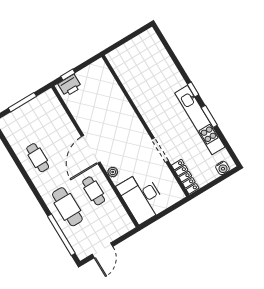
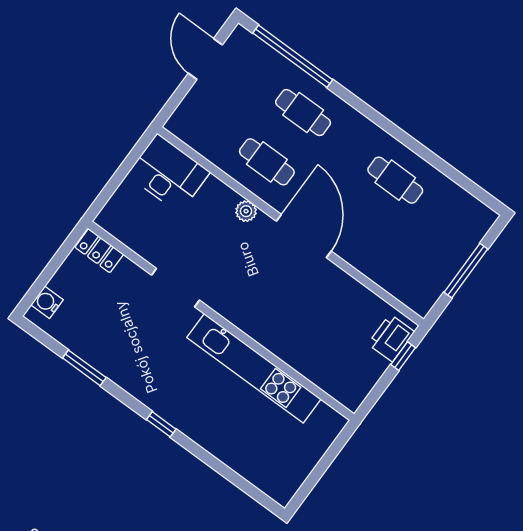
window: (209, 116) -> (84, 368), moved
kitchen unit: (200, 120) -> (254, 368), moved, turned 180
locker: (185, 177) -> (99, 251), width x0.66
desk: (142, 197) -> (168, 174), width x0.73, depth x0.77
cafe table: (67, 207) -> (303, 113), width x0.73, depth x0.74

